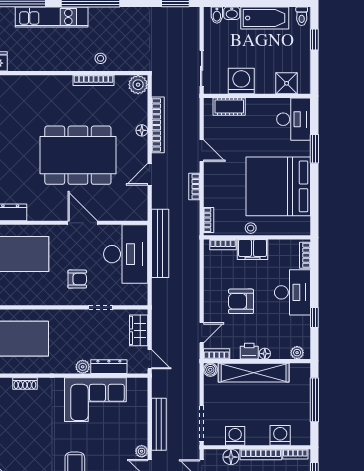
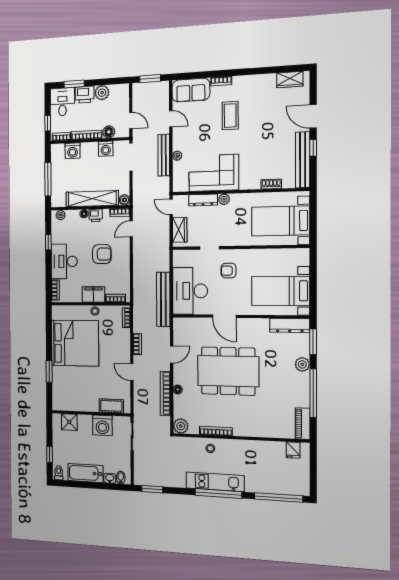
kitchen unit: (52, 17) -> (215, 482), moved
desk: (294, 119) -> (64, 394), removed
plant: (142, 451) -> (177, 156), moved

